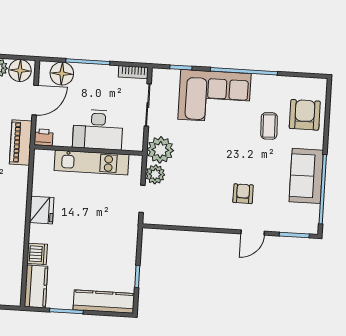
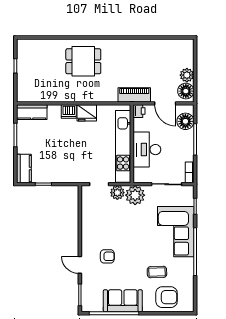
kitchen unit: (92, 162) -> (123, 146), width x1.36
dishwasher: (37, 254) -> (69, 111), moved
kitchen counter: (104, 302) -> (24, 169), width x0.67

